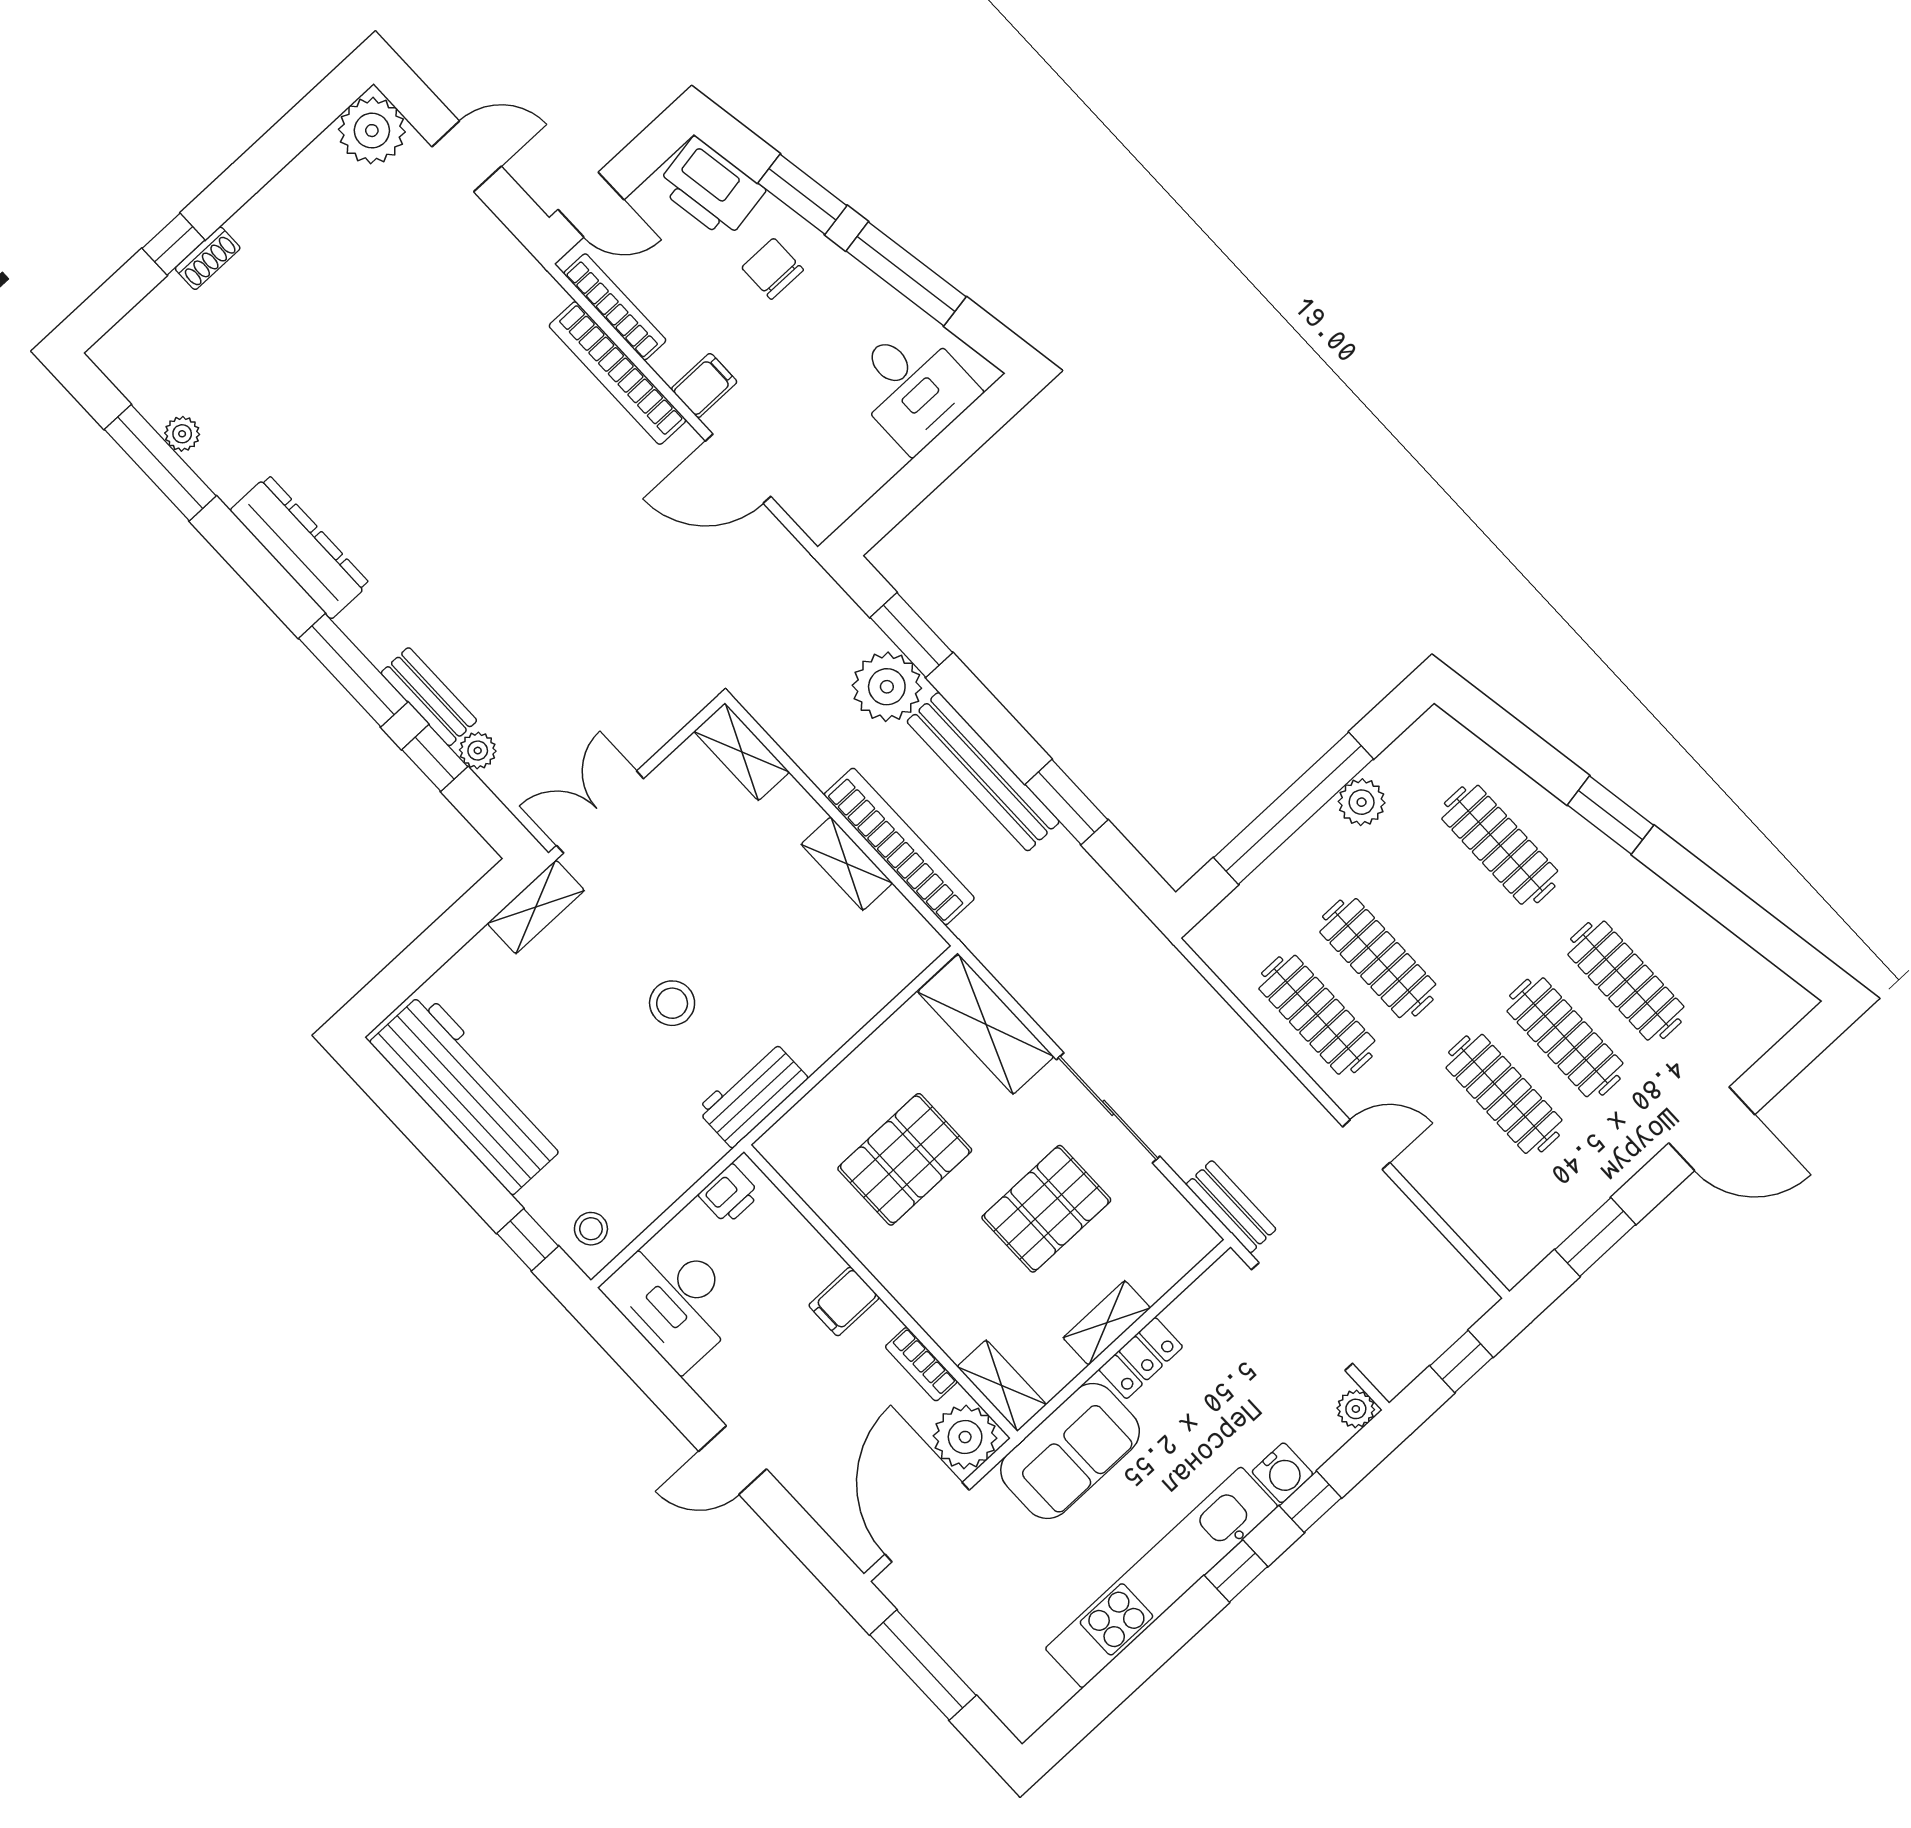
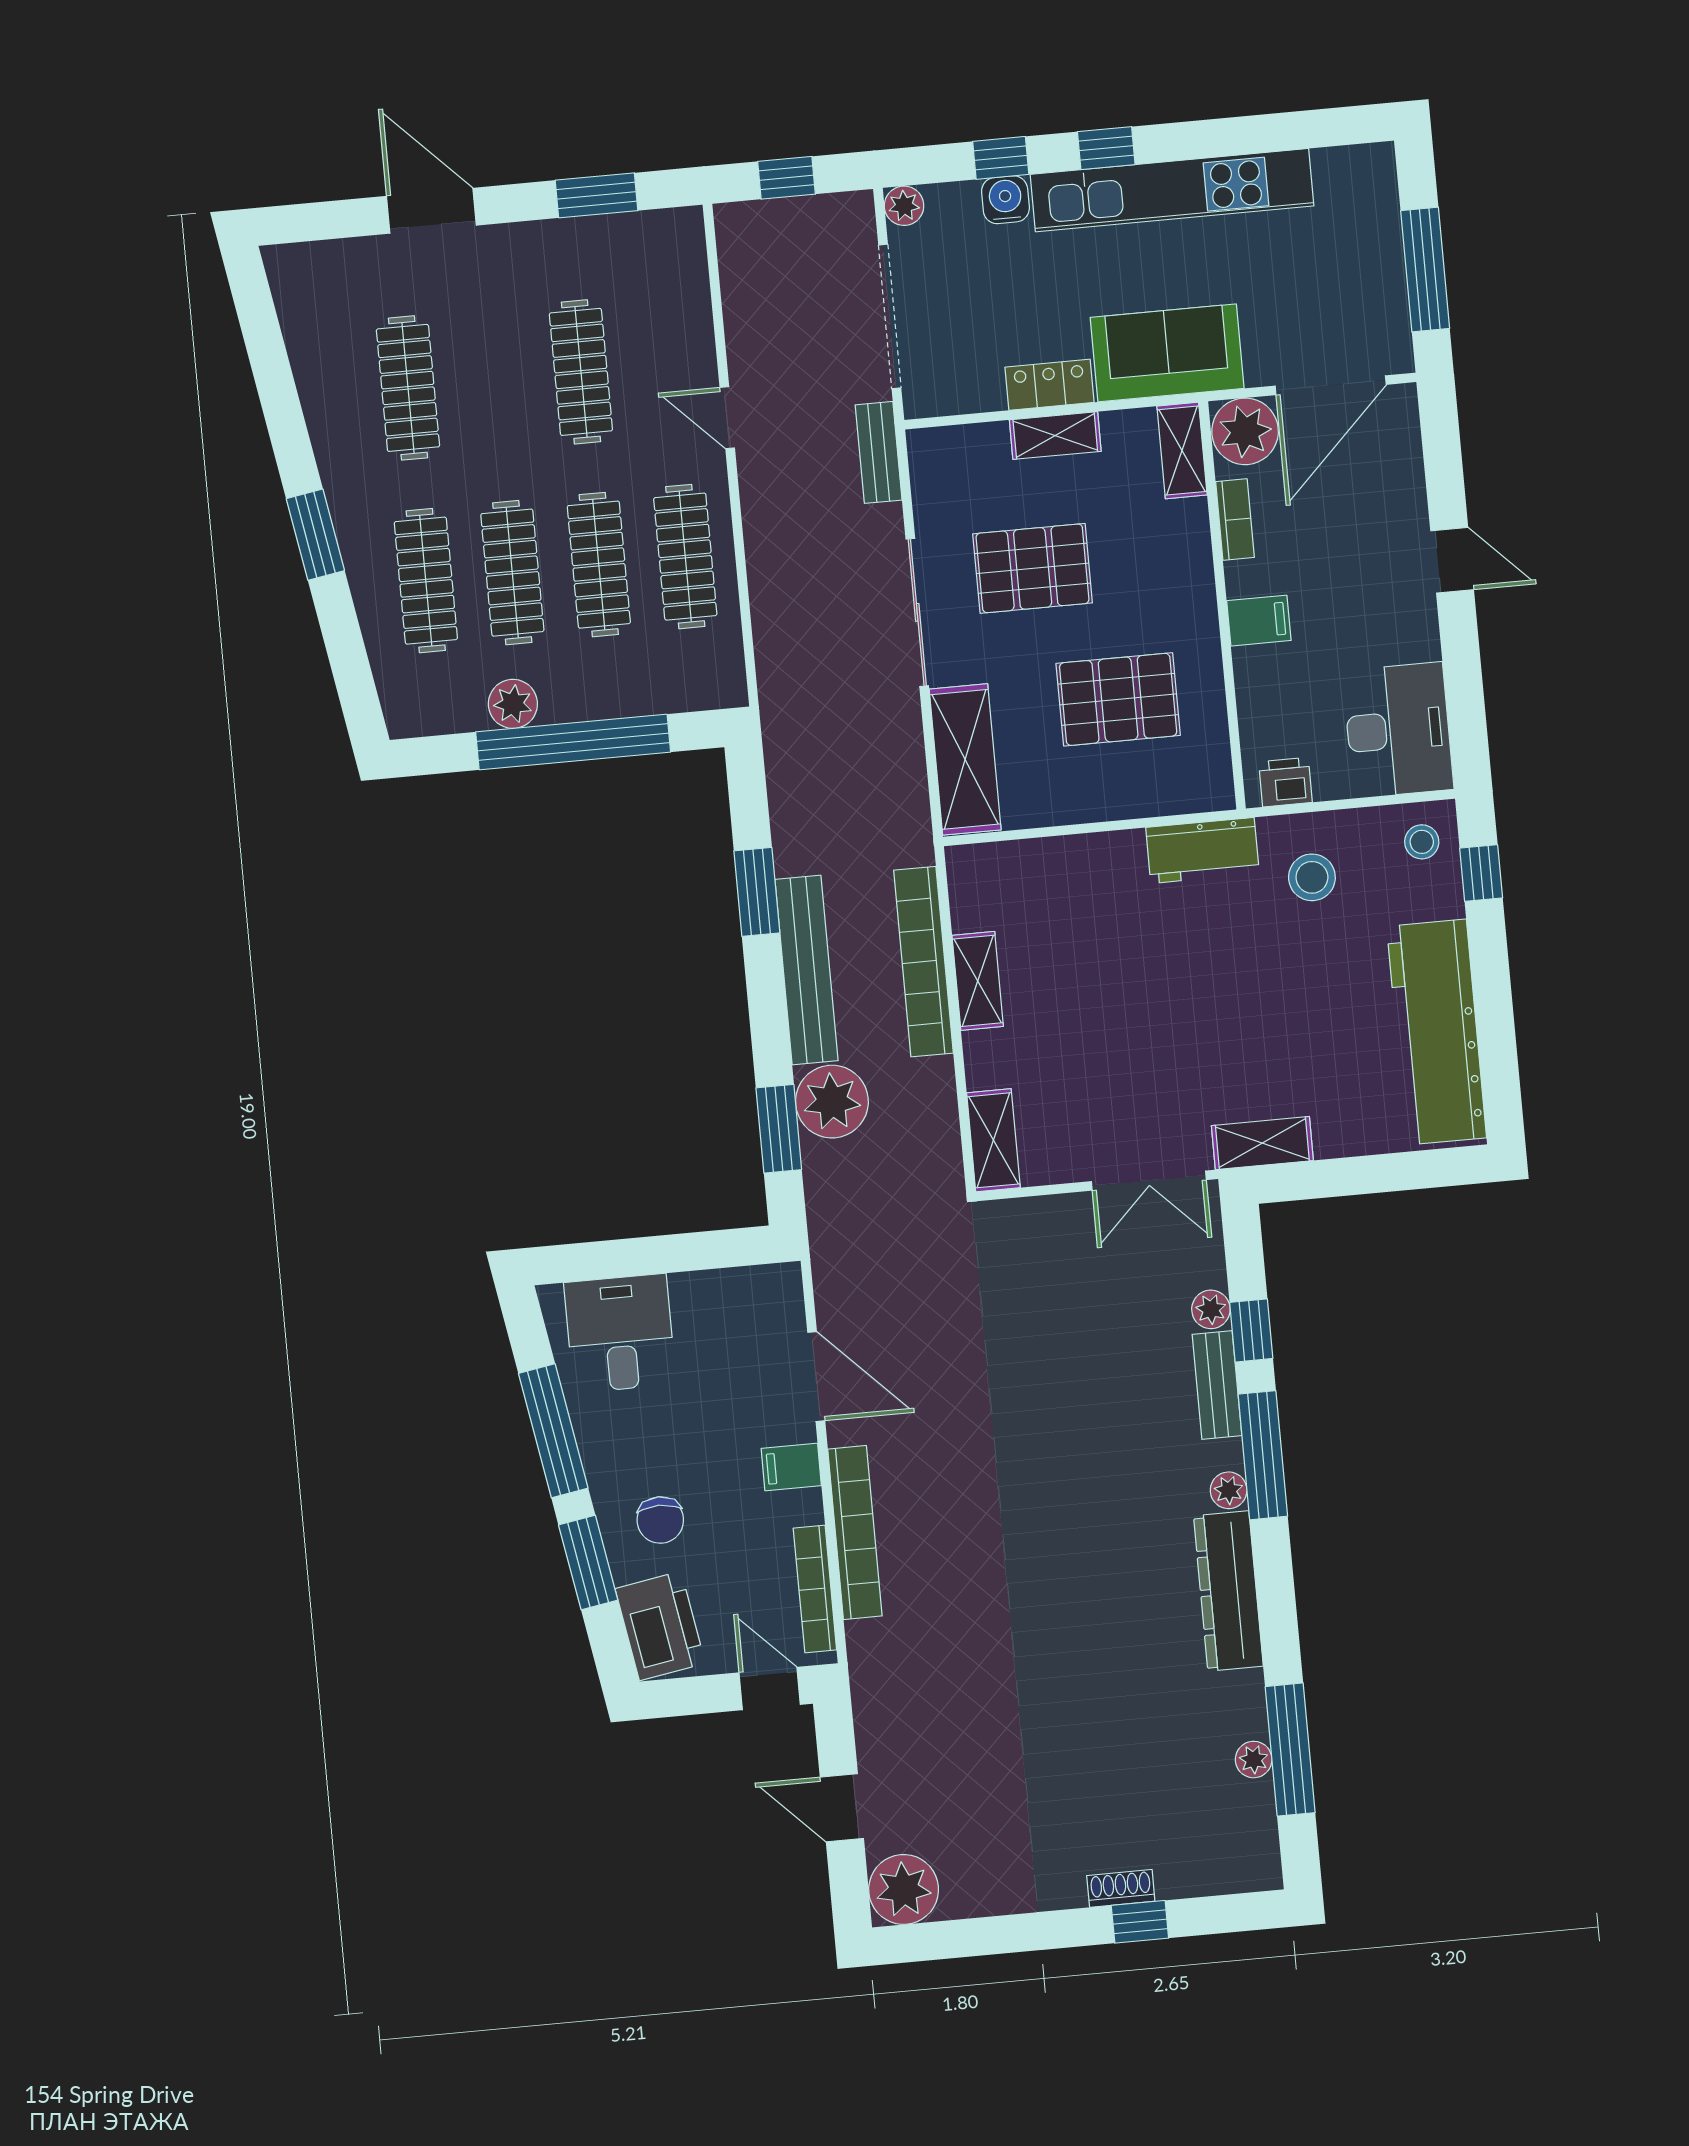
plant: (359, 624) -> (1229, 1490), added
stool: (672, 1003) -> (1312, 877), moved
clothes rail: (1565, 1037) -> (512, 573), moved

